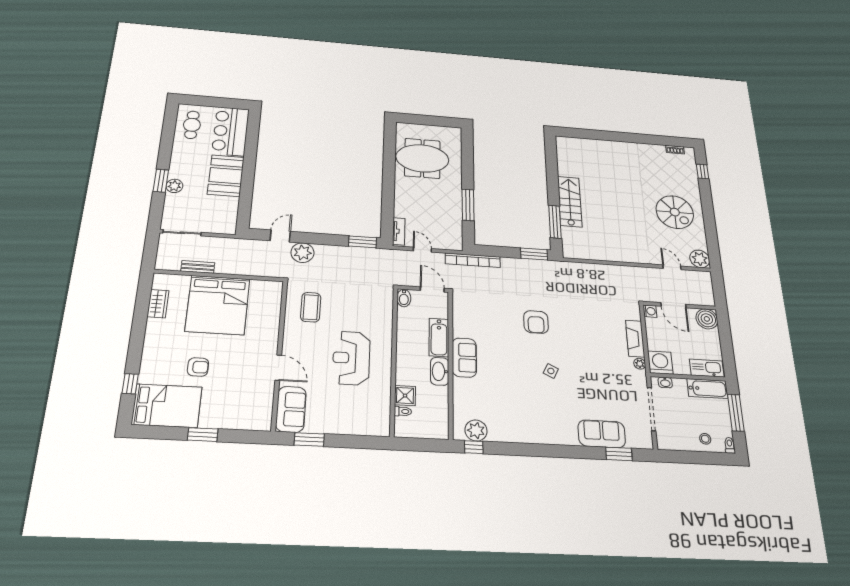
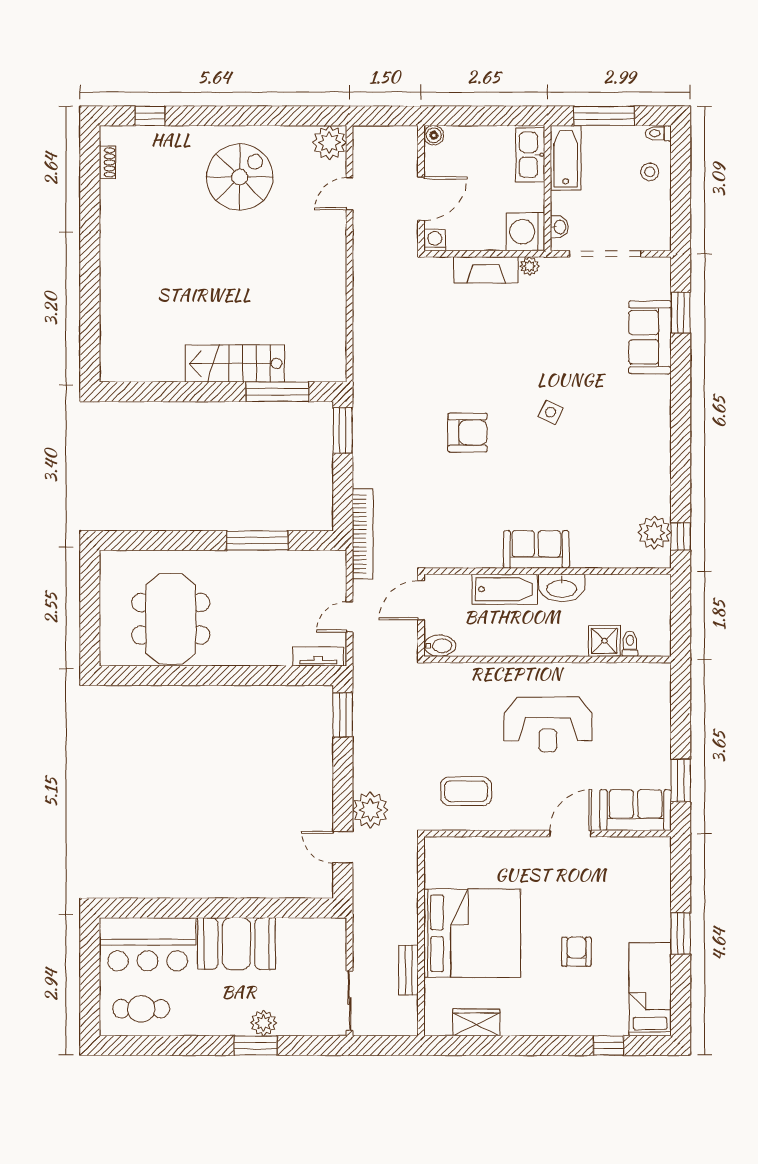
boiler: (707, 319) -> (434, 135), width x0.54, depth x0.54
bed: (167, 406) -> (650, 989), width x0.67

